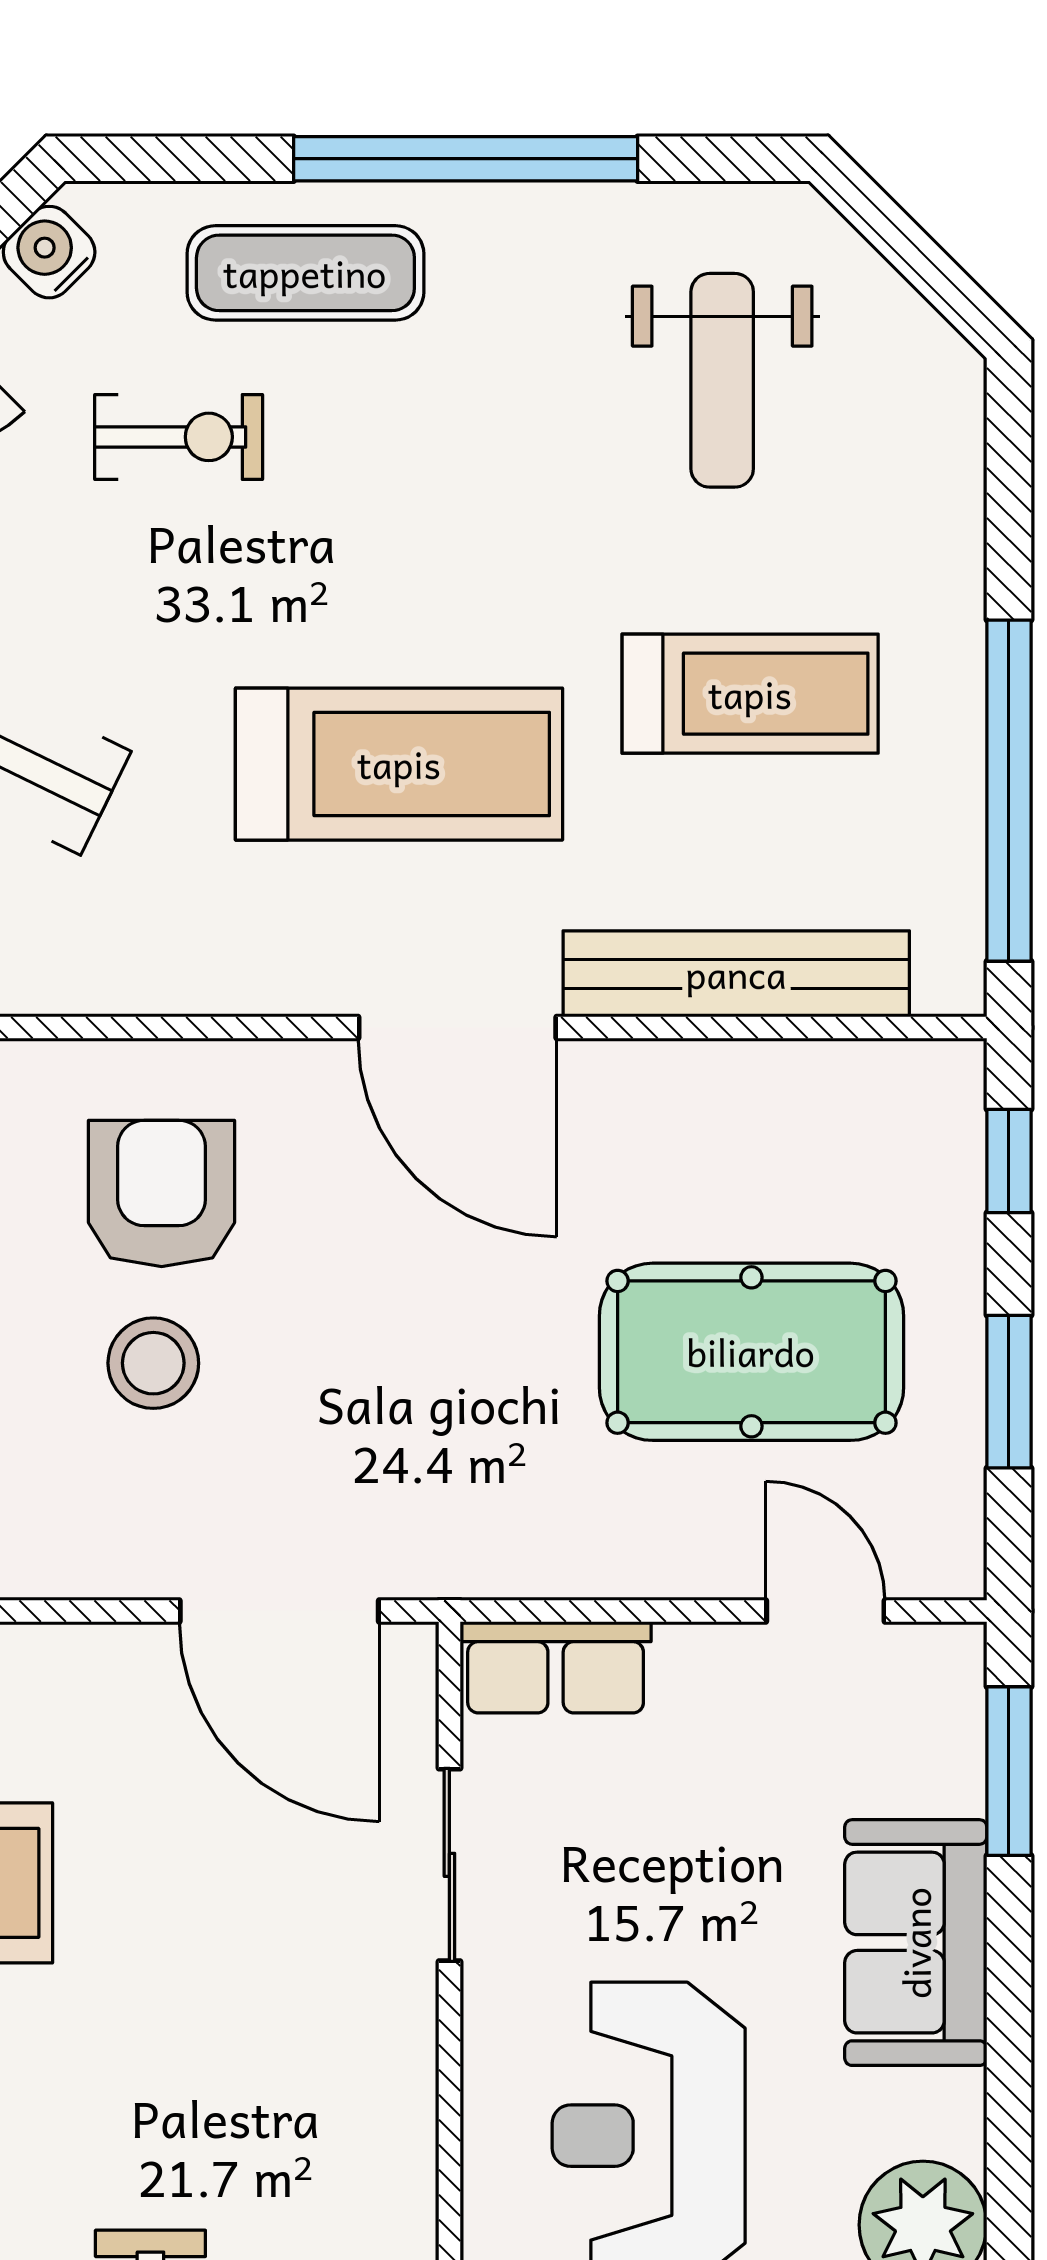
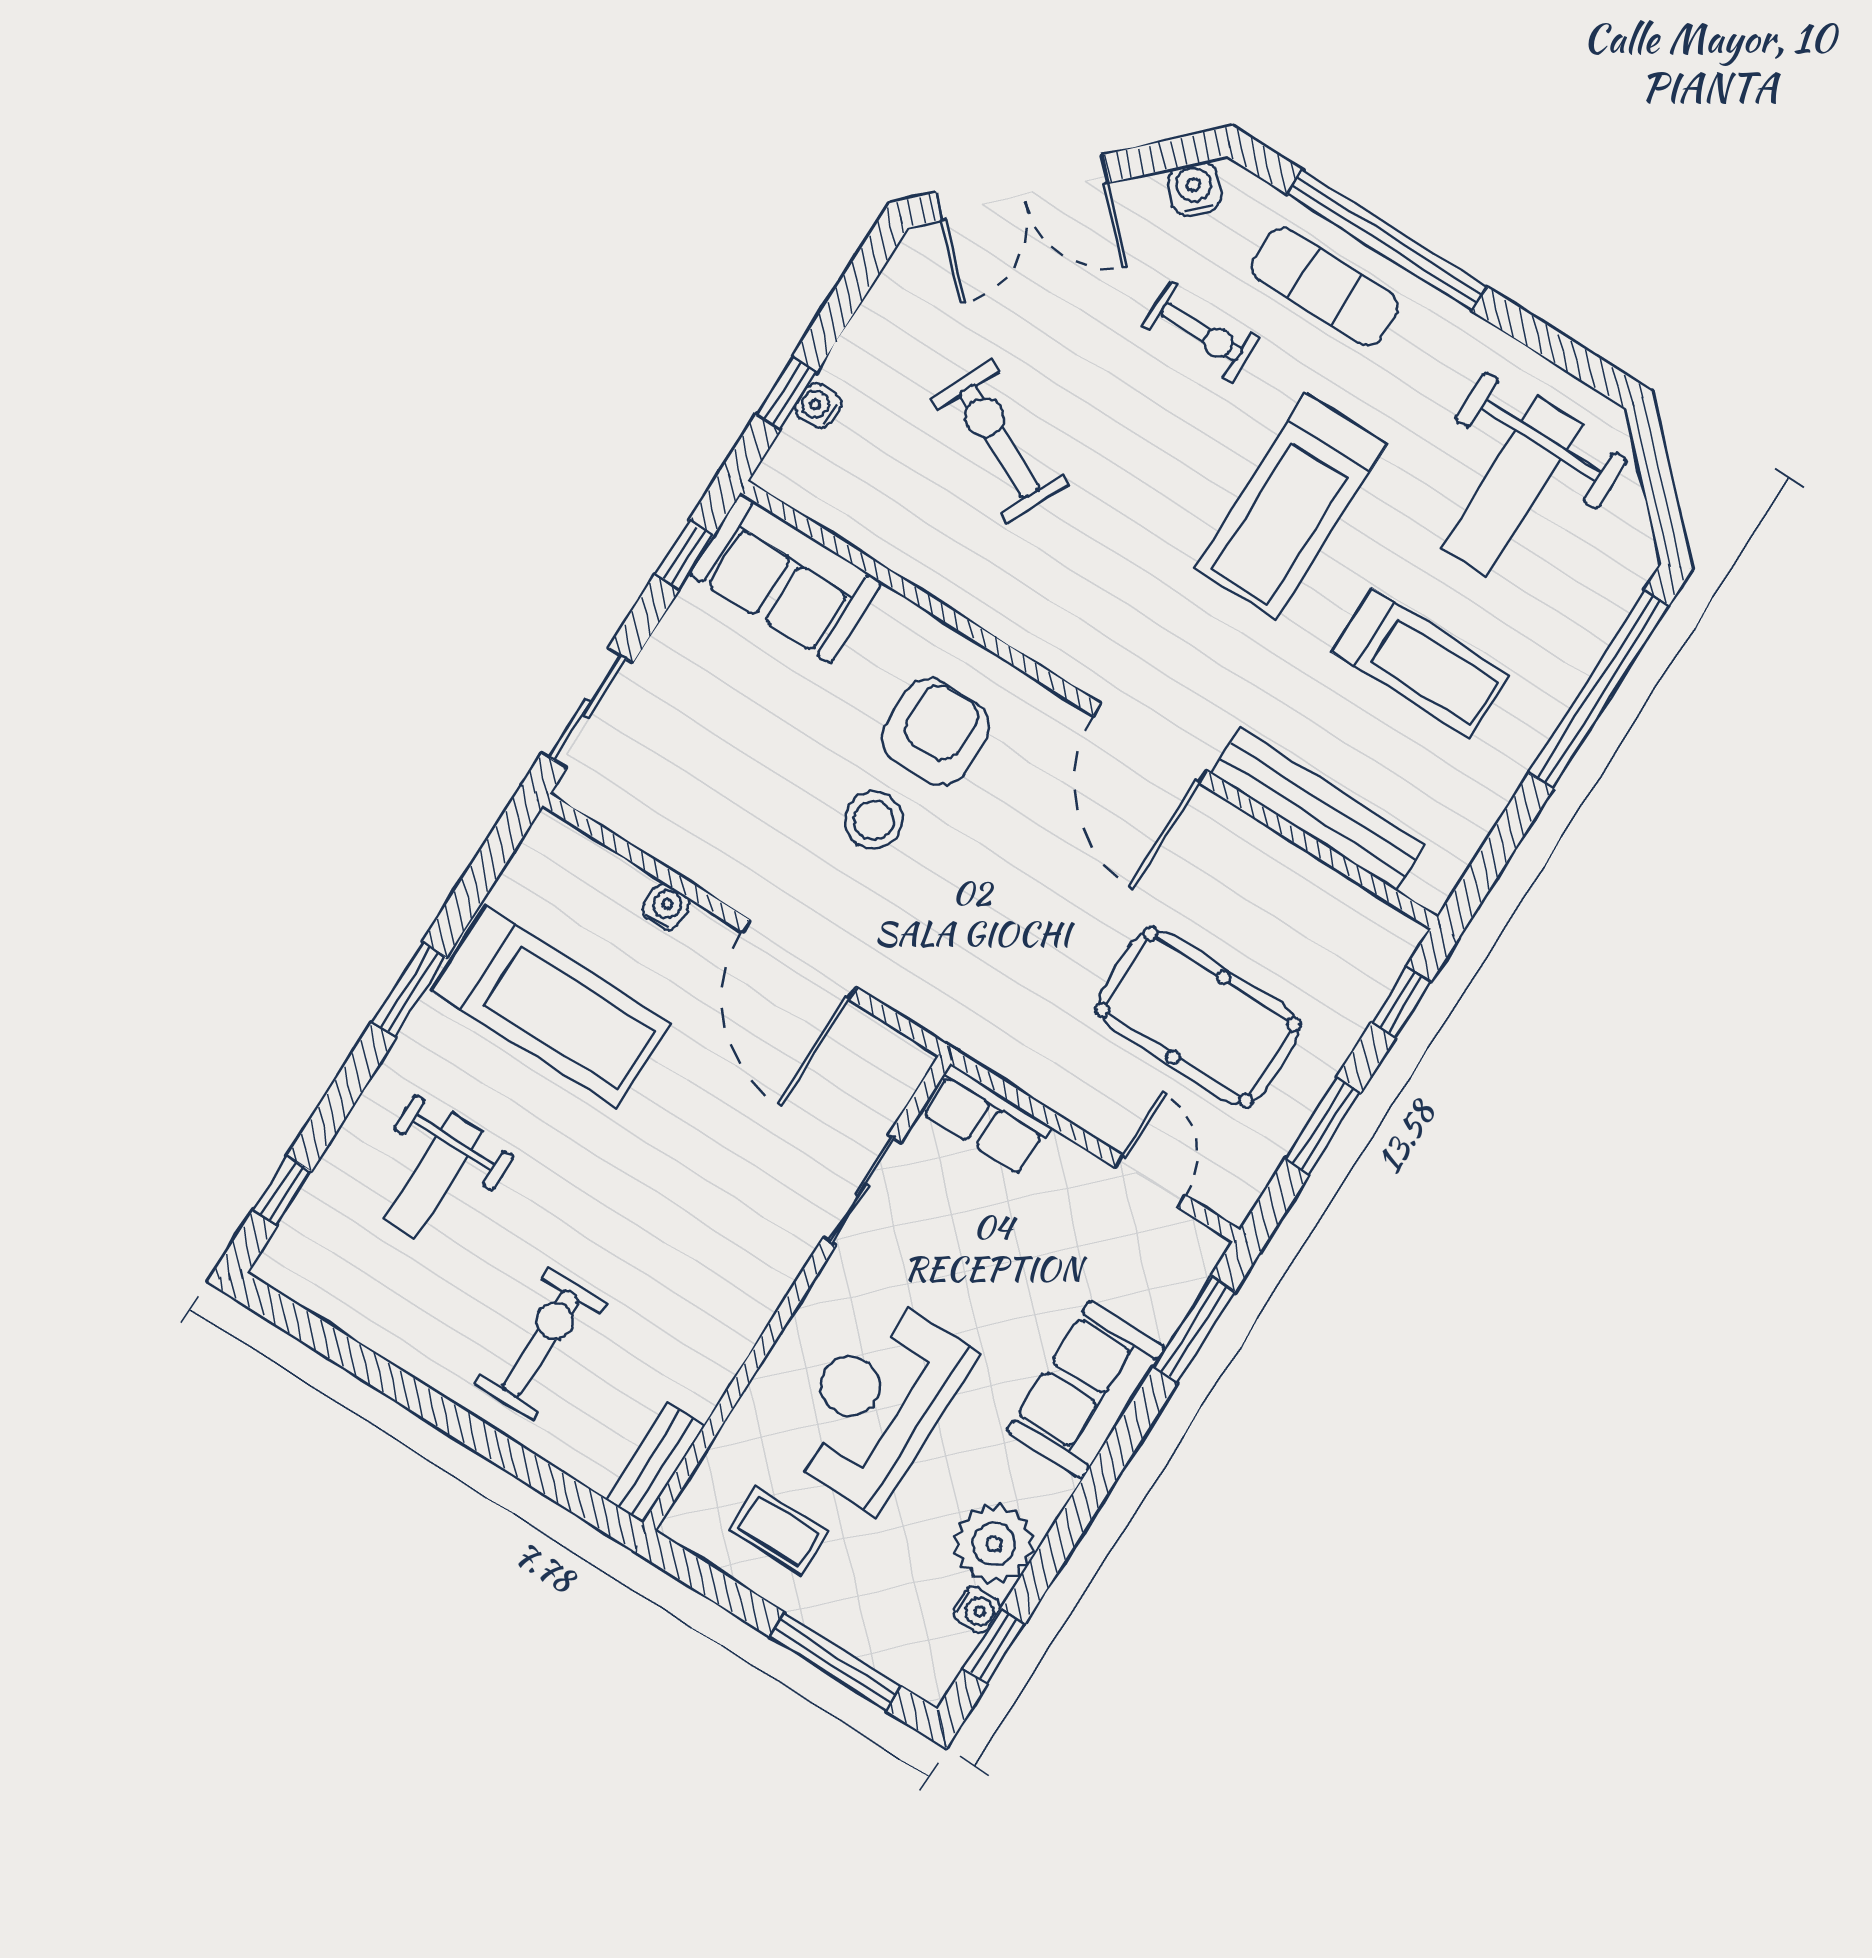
window: (466, 159) -> (1387, 241), moved
weight bench: (722, 380) -> (1512, 486), width x1.36, depth x1.33
treadmill: (399, 764) -> (1291, 506), moved, turned 90
window: (1009, 791) -> (1599, 689), moved
door: (279, 1611) -> (799, 960), moved

